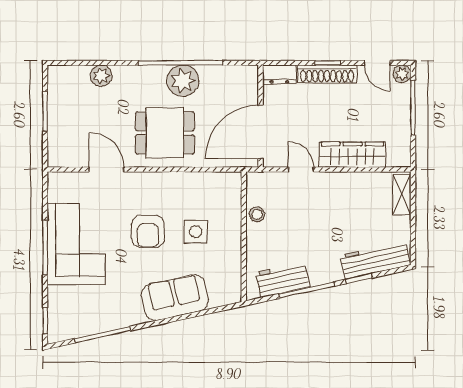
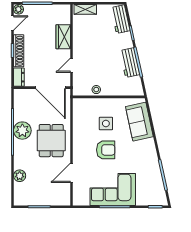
wardrobe: (353, 155) -> (63, 37), width x0.67
workbench: (375, 260) -> (120, 19), width x0.73
workbench: (283, 280) -> (130, 63), moved
sofa: (175, 298) -> (139, 122), moved

